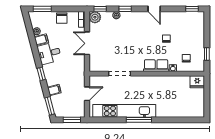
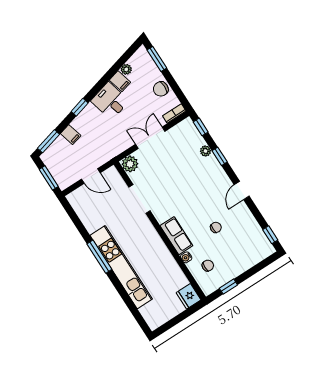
plant: (95, 17) -> (130, 164), moved
kitchen unit: (124, 111) -> (121, 267), moved

